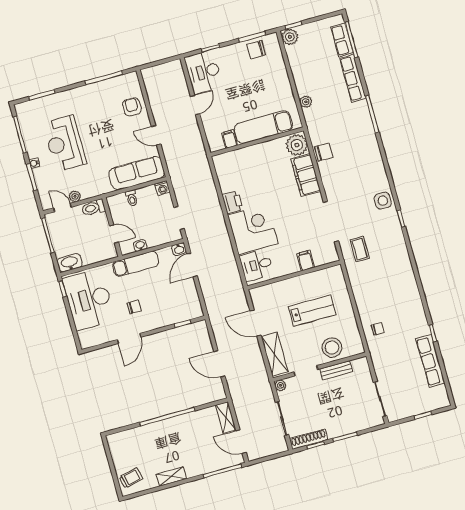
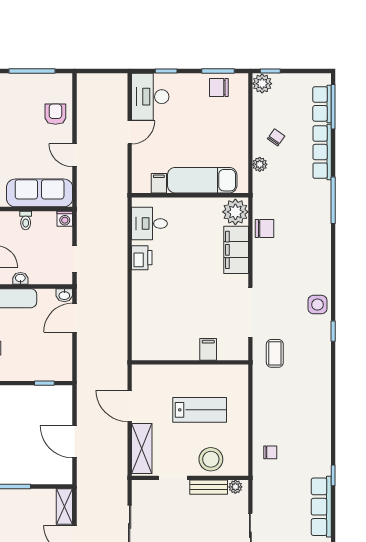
chair: (313, 77) -> (276, 137), added
corner desk: (253, 229) -> (157, 296), removed
desk: (256, 265) -> (149, 224), moved
plant: (280, 385) -> (235, 487), moved

